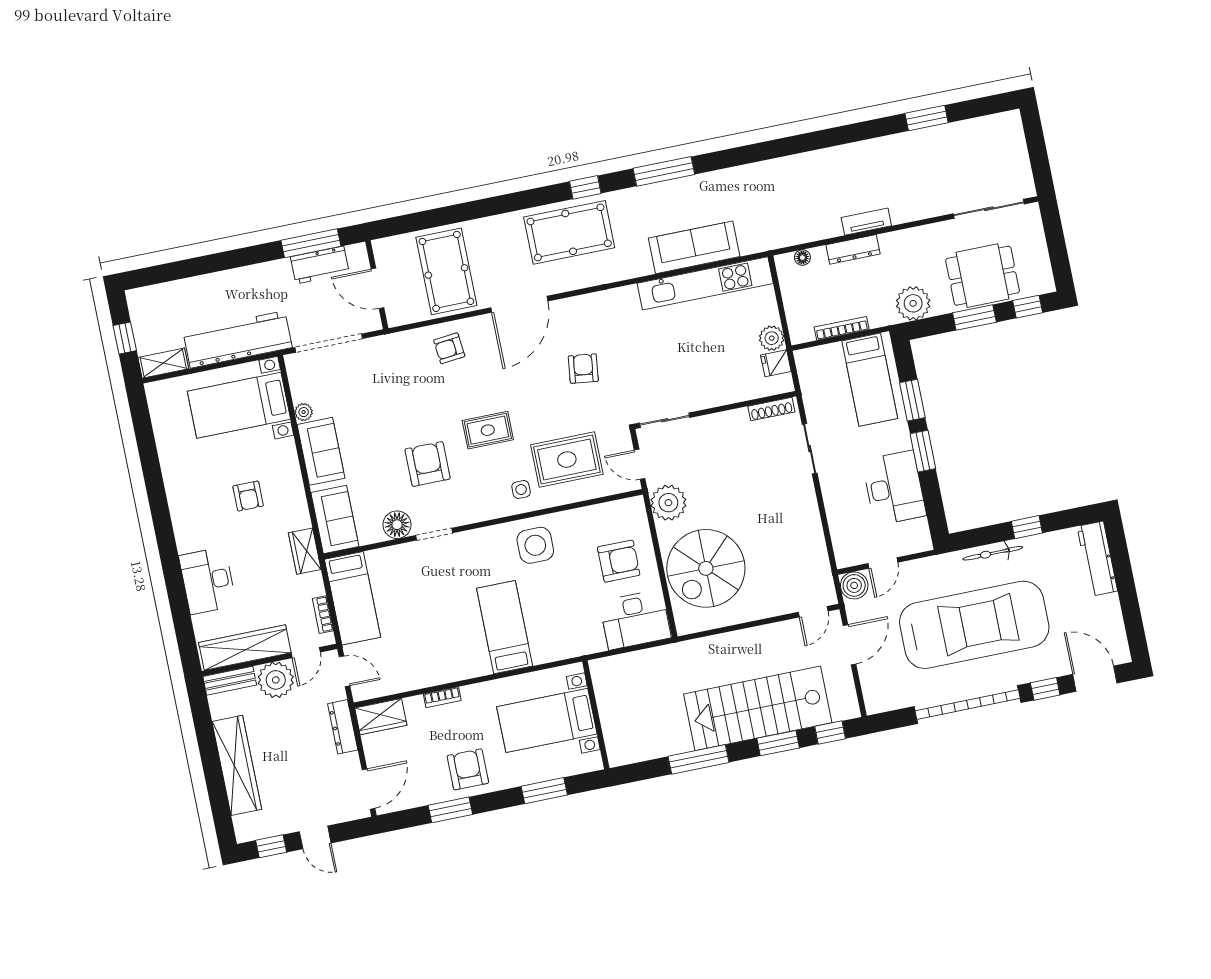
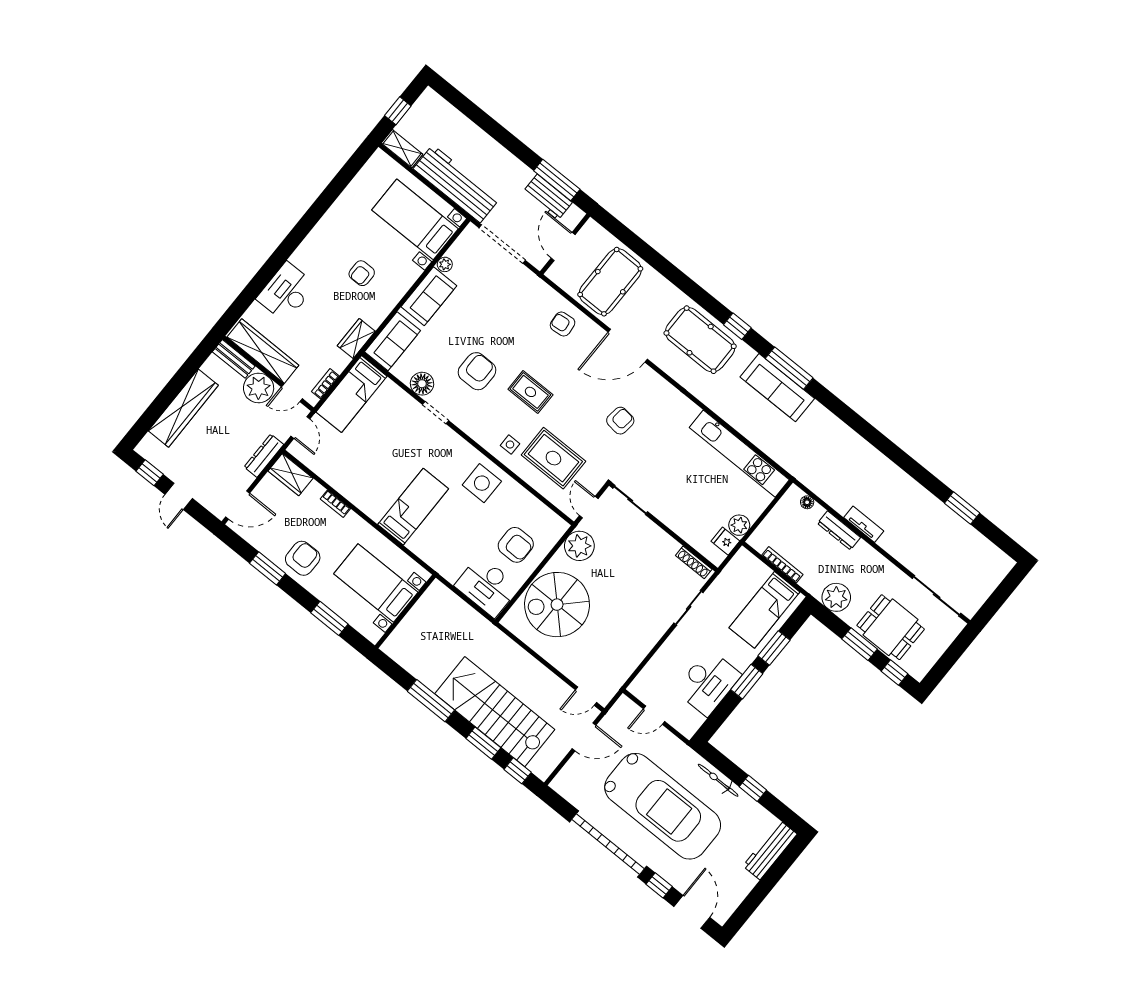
sofa: (694, 247) -> (777, 388), moved, turned 180
boiler: (854, 585) -> (624, 709), removed

